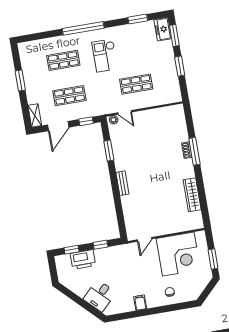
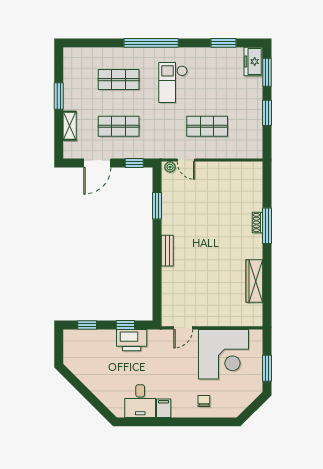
shelving: (35, 115) -> (70, 126), moved
printer: (83, 259) -> (132, 340), moved
desk: (100, 296) -> (140, 401), moved, turned -45

